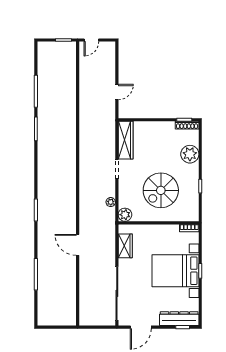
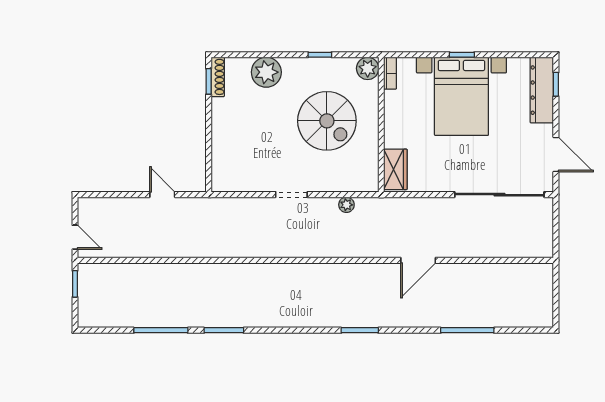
wardrobe: (126, 140) -> (243, 180), removed
plant: (125, 215) -> (368, 68), moved
wardrobe: (125, 246) -> (395, 169), moved, turned 90

